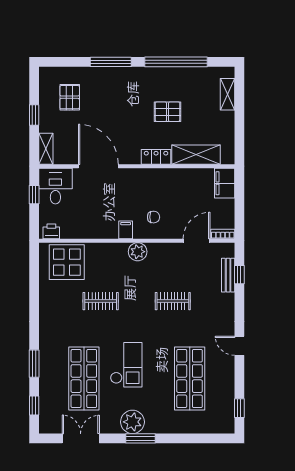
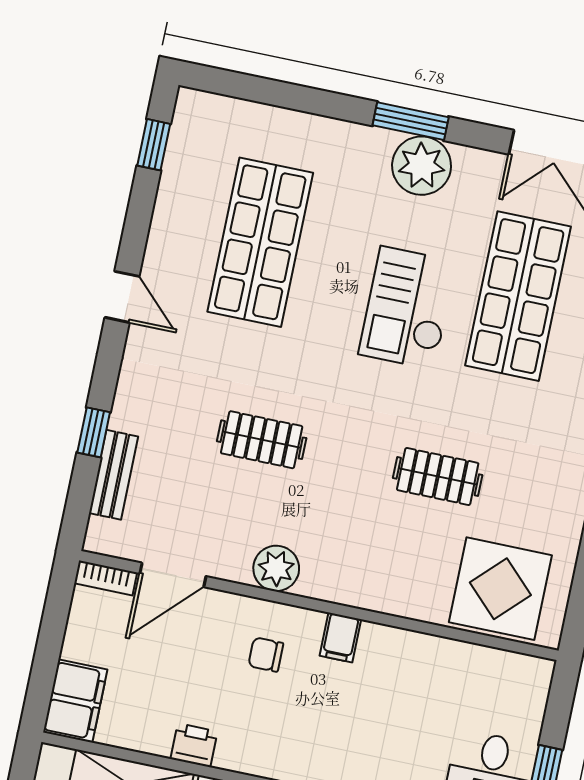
printer: (51, 231) -> (194, 745), moved, turned 180
plant: (138, 252) -> (276, 568), moved
window: (239, 275) -> (94, 432), moved

